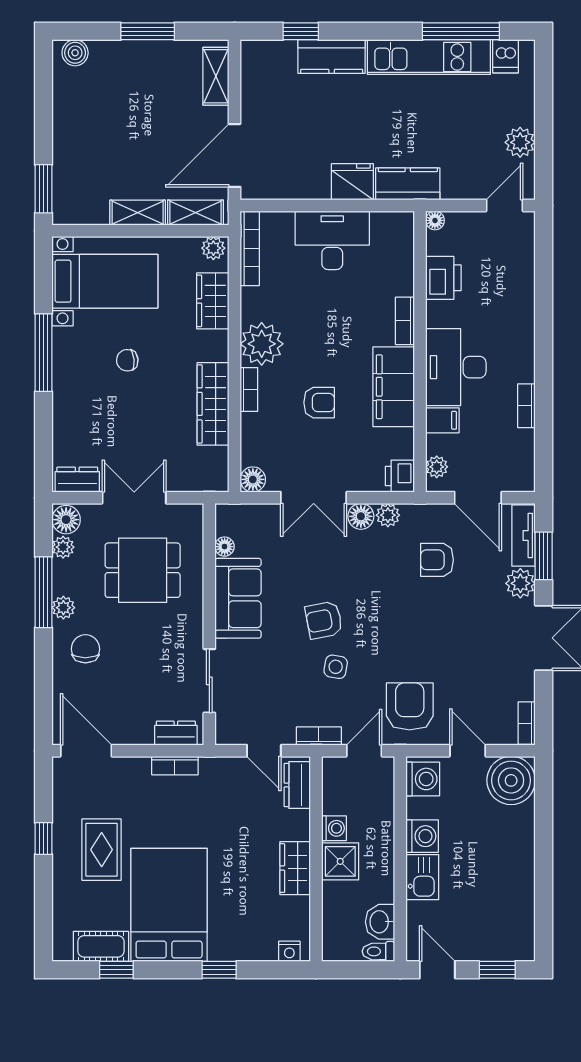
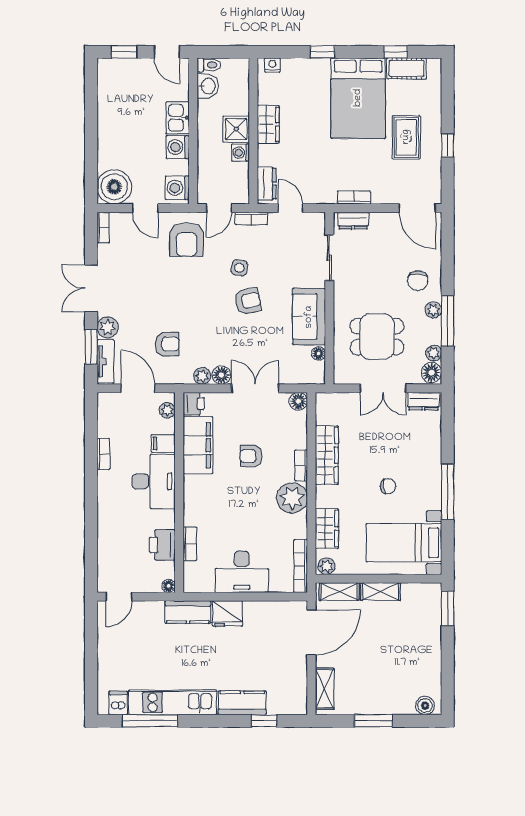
plant: (520, 142) -> (108, 642), removed
bookcase: (405, 321) -> (190, 544), moved
filing cabinet: (394, 387) -> (198, 445), moved

